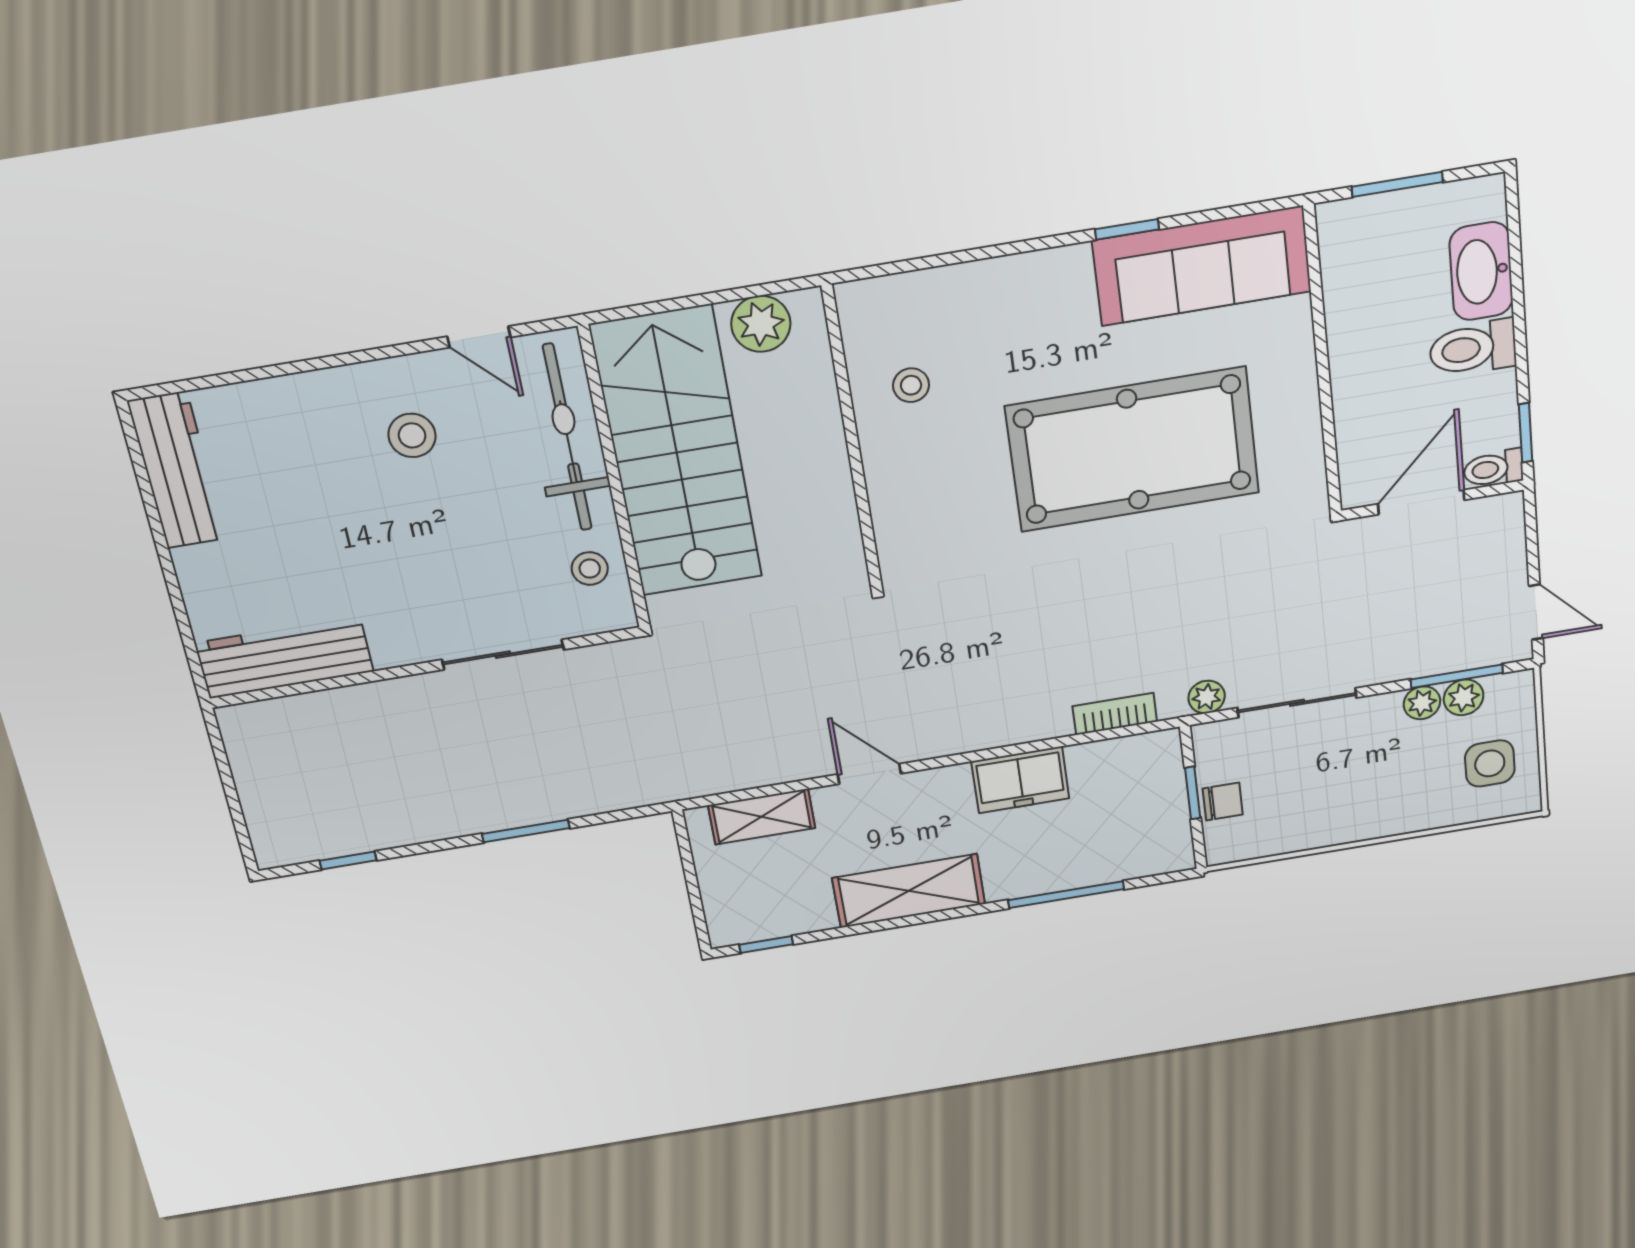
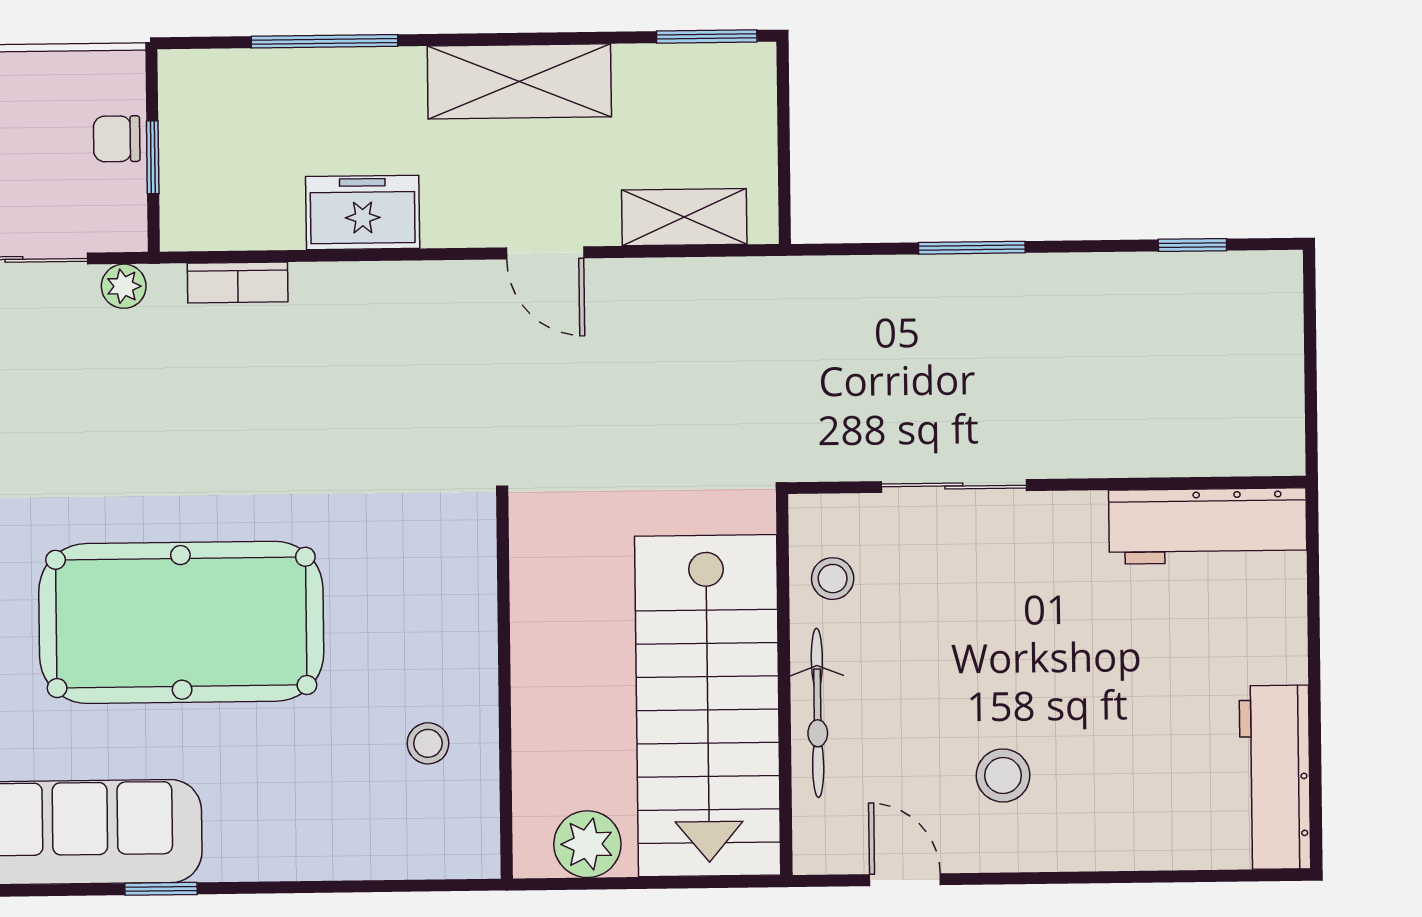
bicycle: (567, 438) -> (818, 713), width x0.73, depth x0.71
window: (766, 945) -> (707, 37), width x1.50

